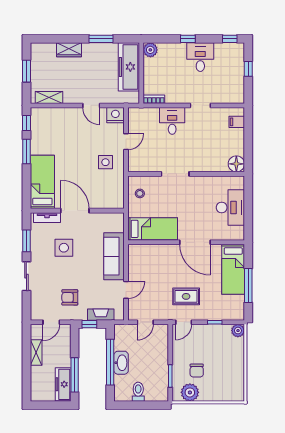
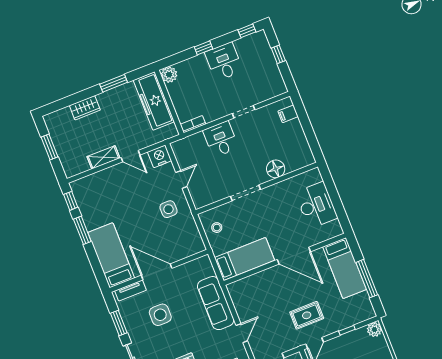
shelving: (49, 97) -> (103, 157), moved
floor lamp: (236, 164) -> (276, 169), moved

